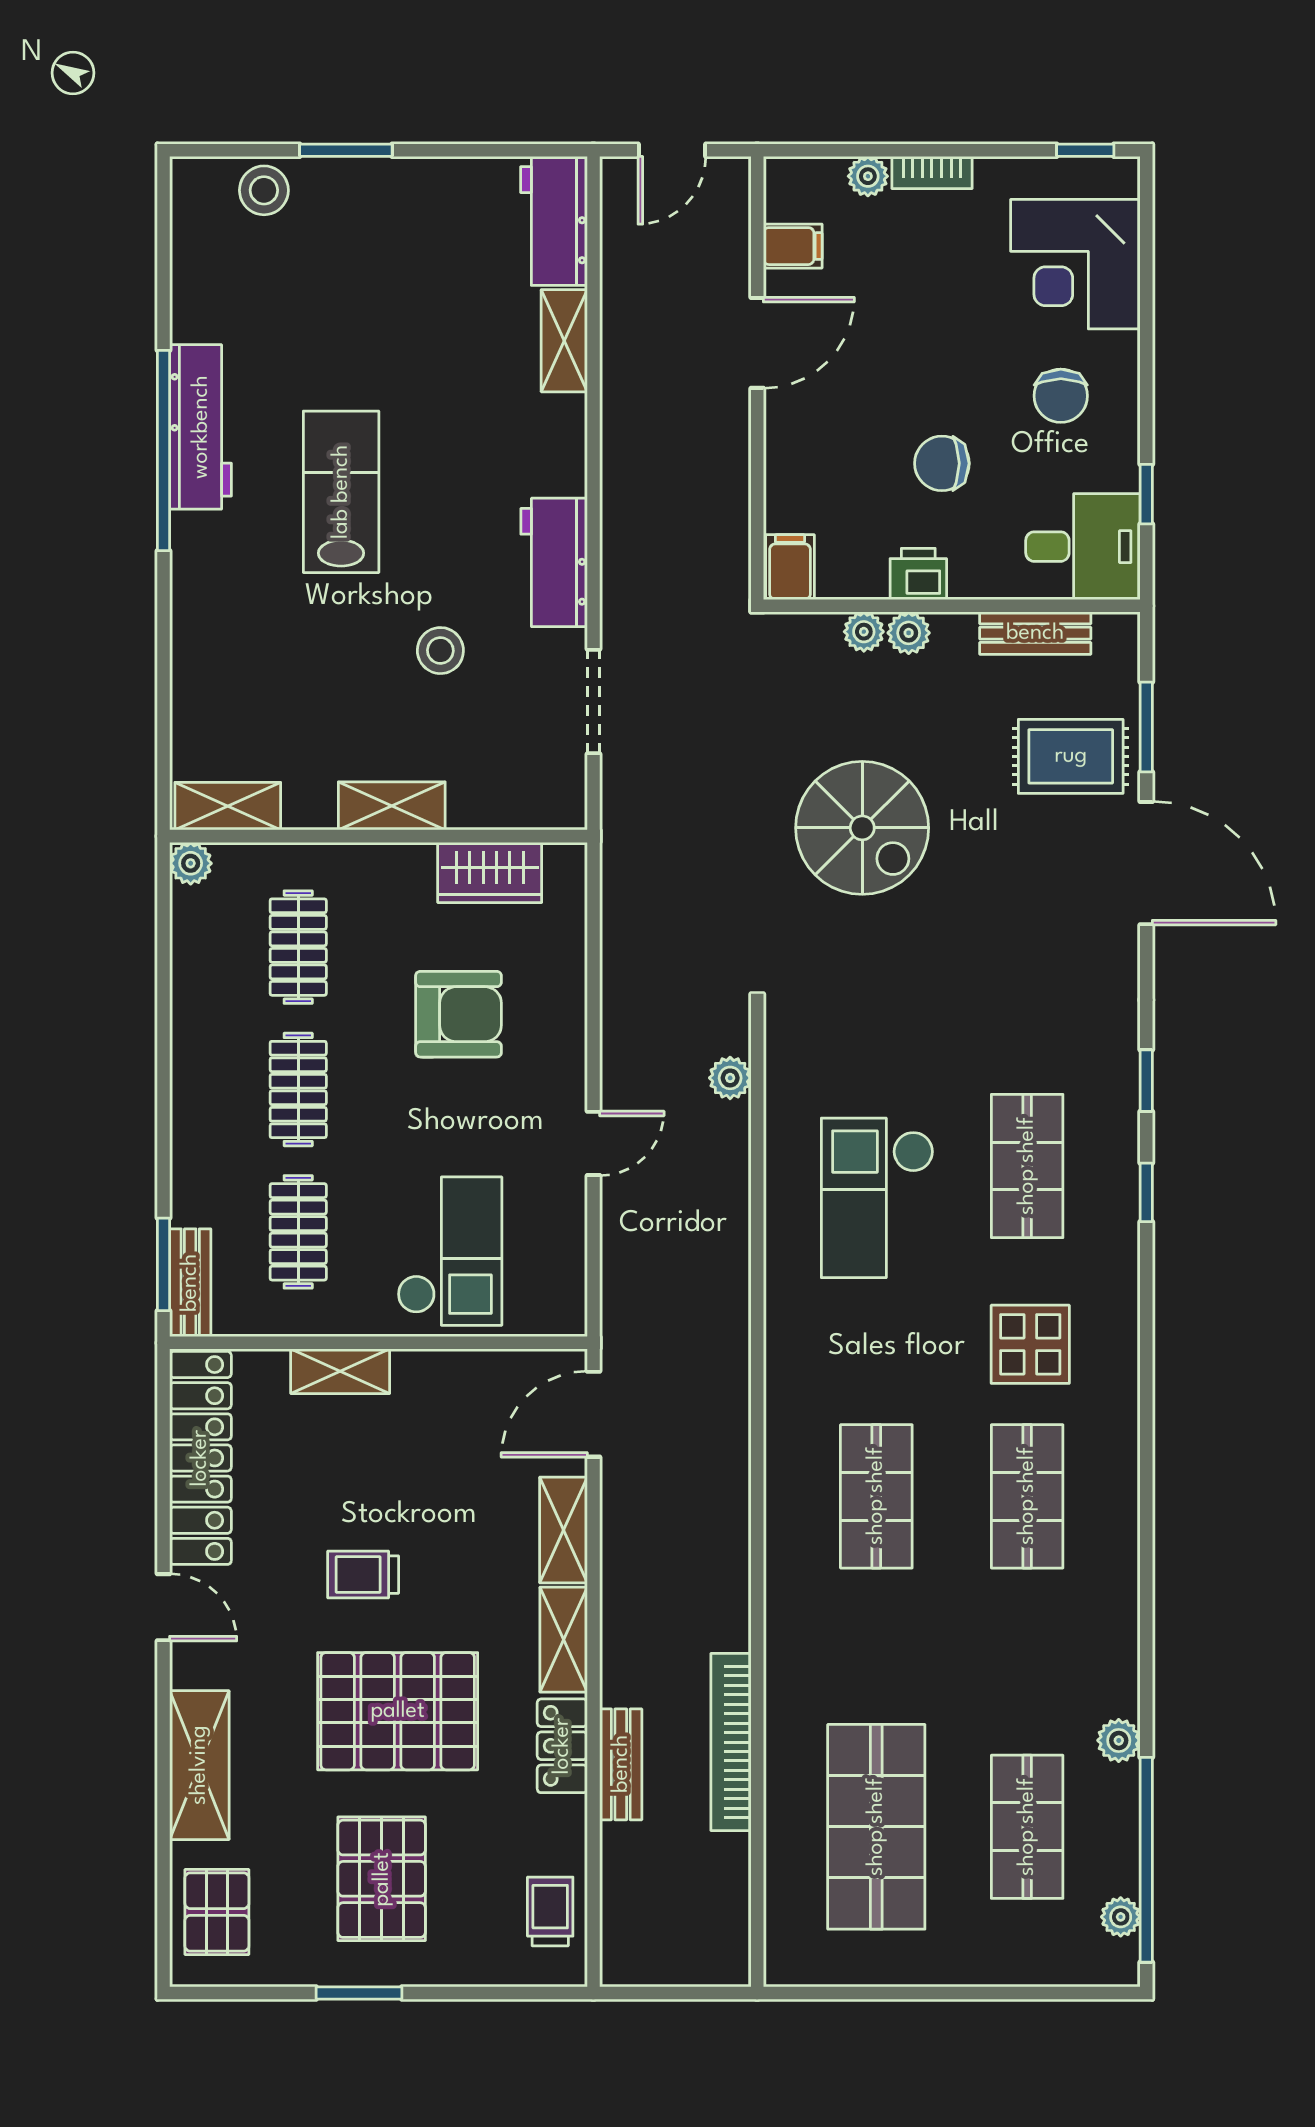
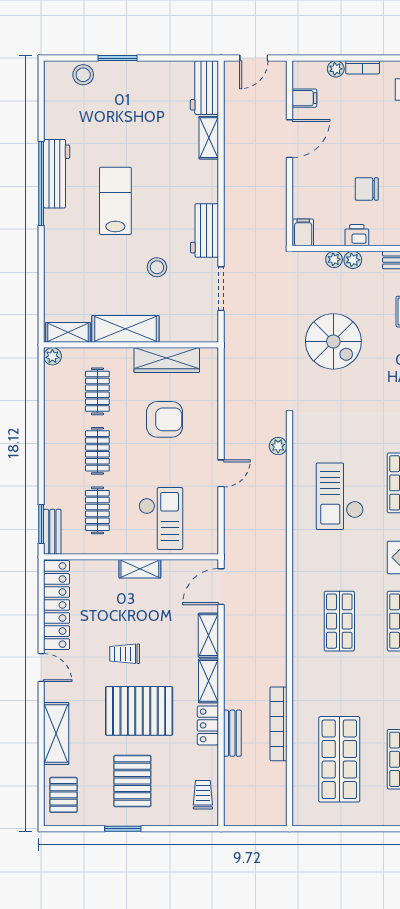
shelving: (392, 806) -> (125, 329), width x1.50, depth x1.33
wardrobe: (490, 872) -> (167, 360), width x1.50
shelving: (340, 1371) -> (140, 569), moved

